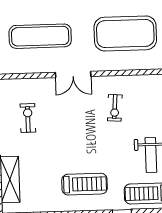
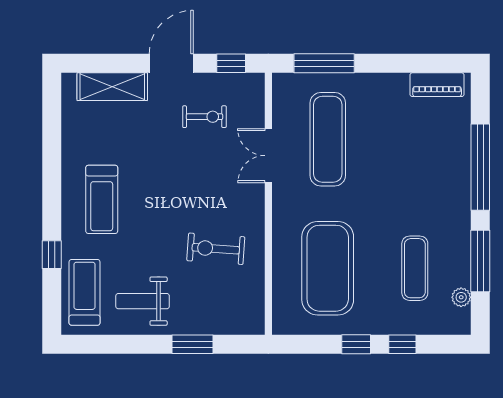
double door: (73, 74) -> (268, 156), moved
exercise bike: (115, 108) -> (216, 249), width x1.38, depth x1.39

